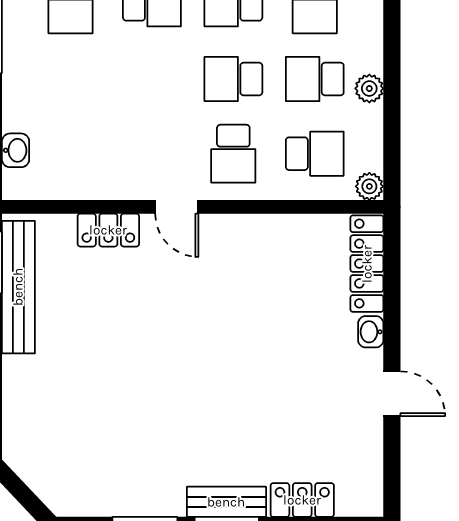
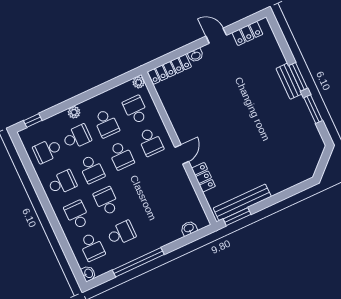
plant: (369, 88) -> (74, 112), moved
school desk: (233, 154) -> (151, 142), turned 90
door: (392, 394) -> (216, 36), hinge flipped
locker: (302, 500) -> (247, 33), moved, turned -90

